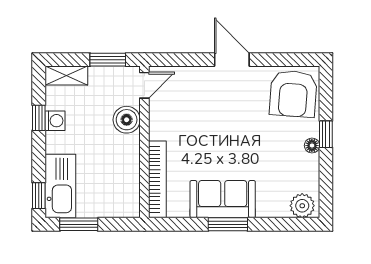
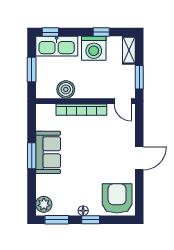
armchair: (293, 94) -> (117, 198), turned 86
boiler: (127, 120) -> (66, 89), moved
washing machine: (55, 121) -> (94, 48), width x1.89, depth x1.89
bookcase: (157, 179) -> (81, 110), moved
window: (326, 186) -> (57, 220), added
window: (79, 224) -> (32, 70), moved

